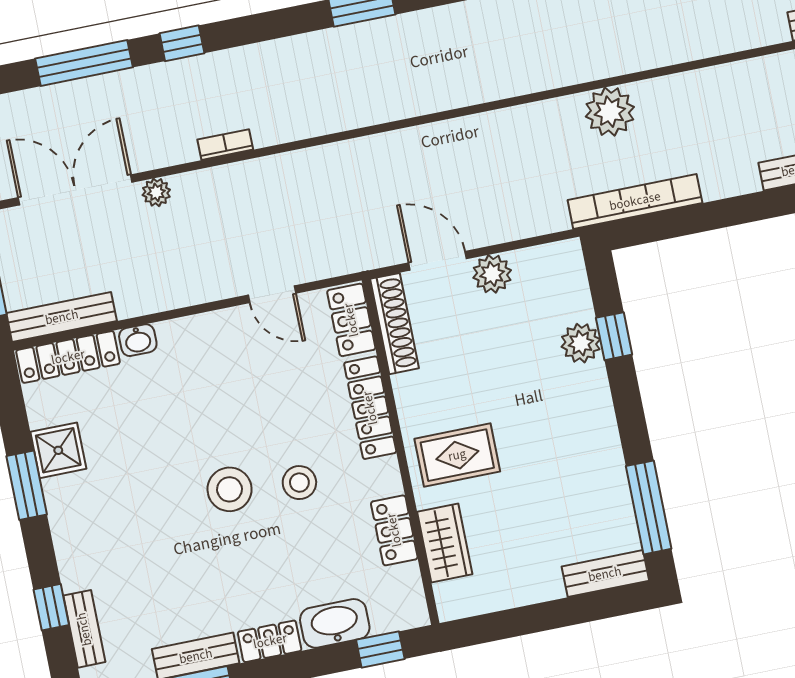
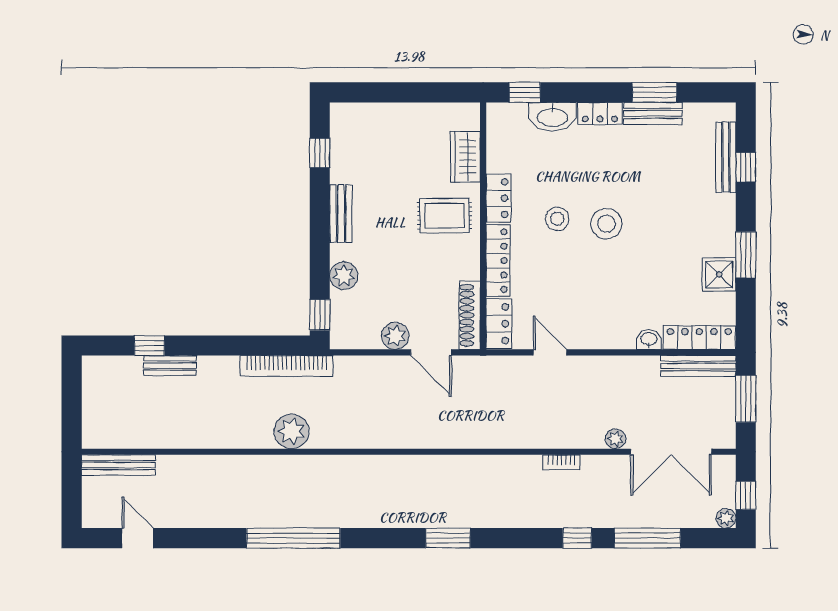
window: (614, 336) -> (320, 315), moved
window: (649, 507) -> (320, 153), width x0.46
locker: (394, 530) -> (498, 198), moved
bench: (605, 574) -> (341, 214), moved, turned 90
bench: (84, 629) -> (726, 157), width x1.36

